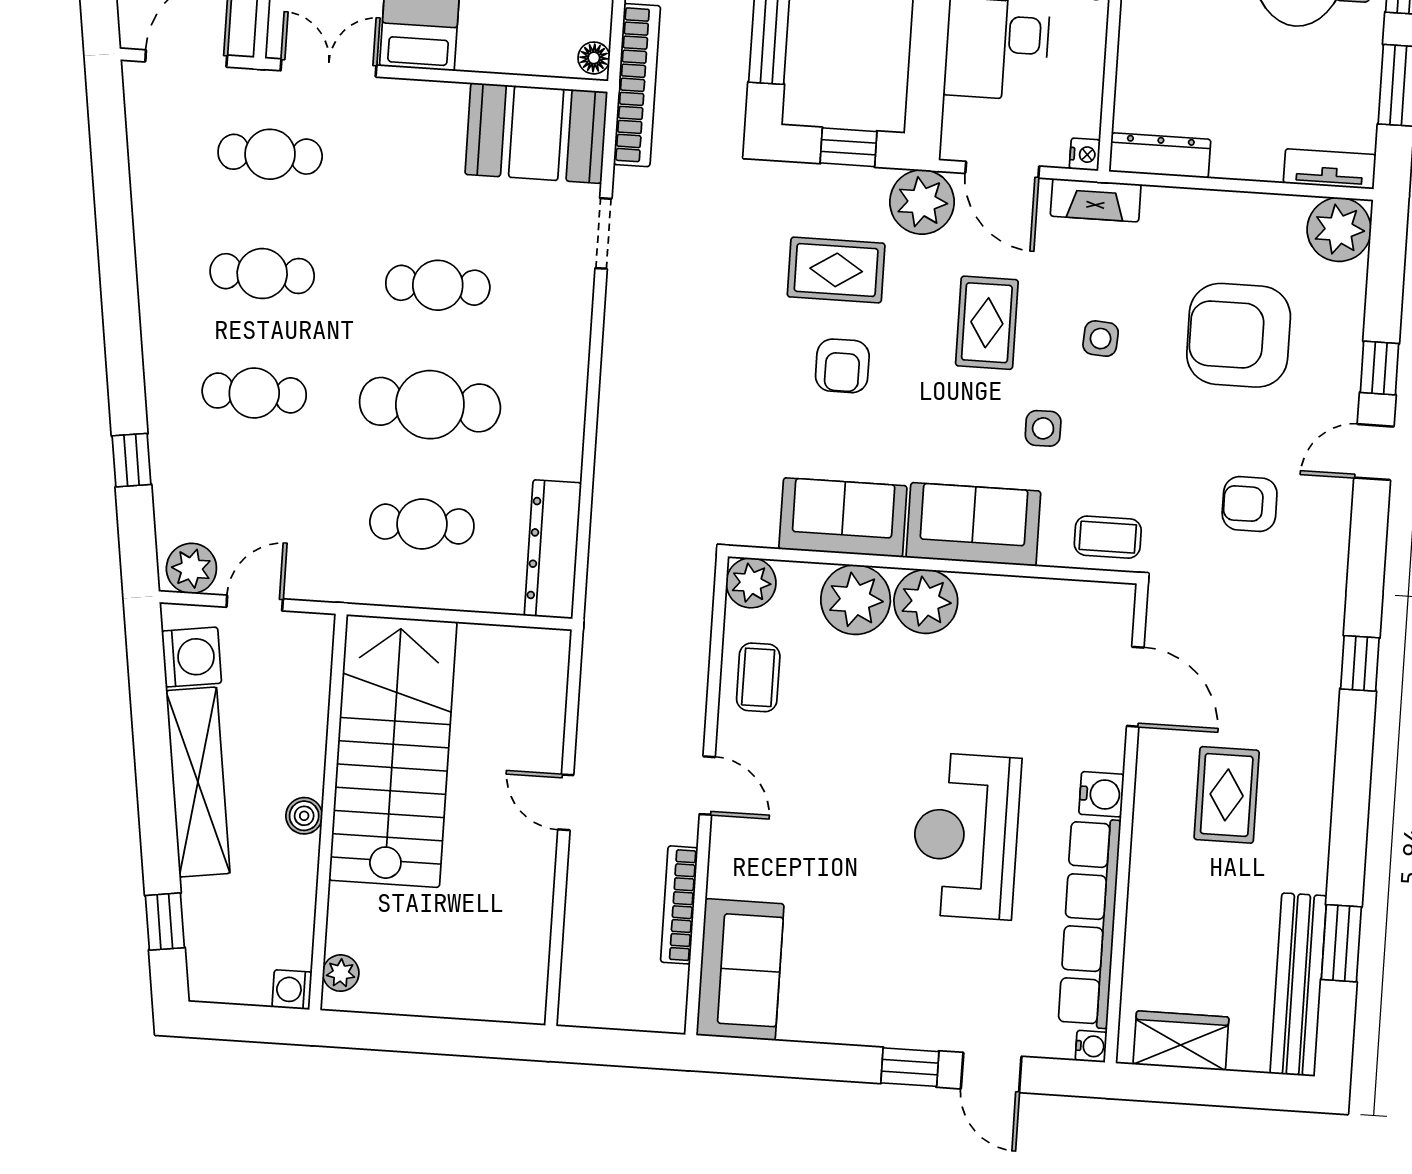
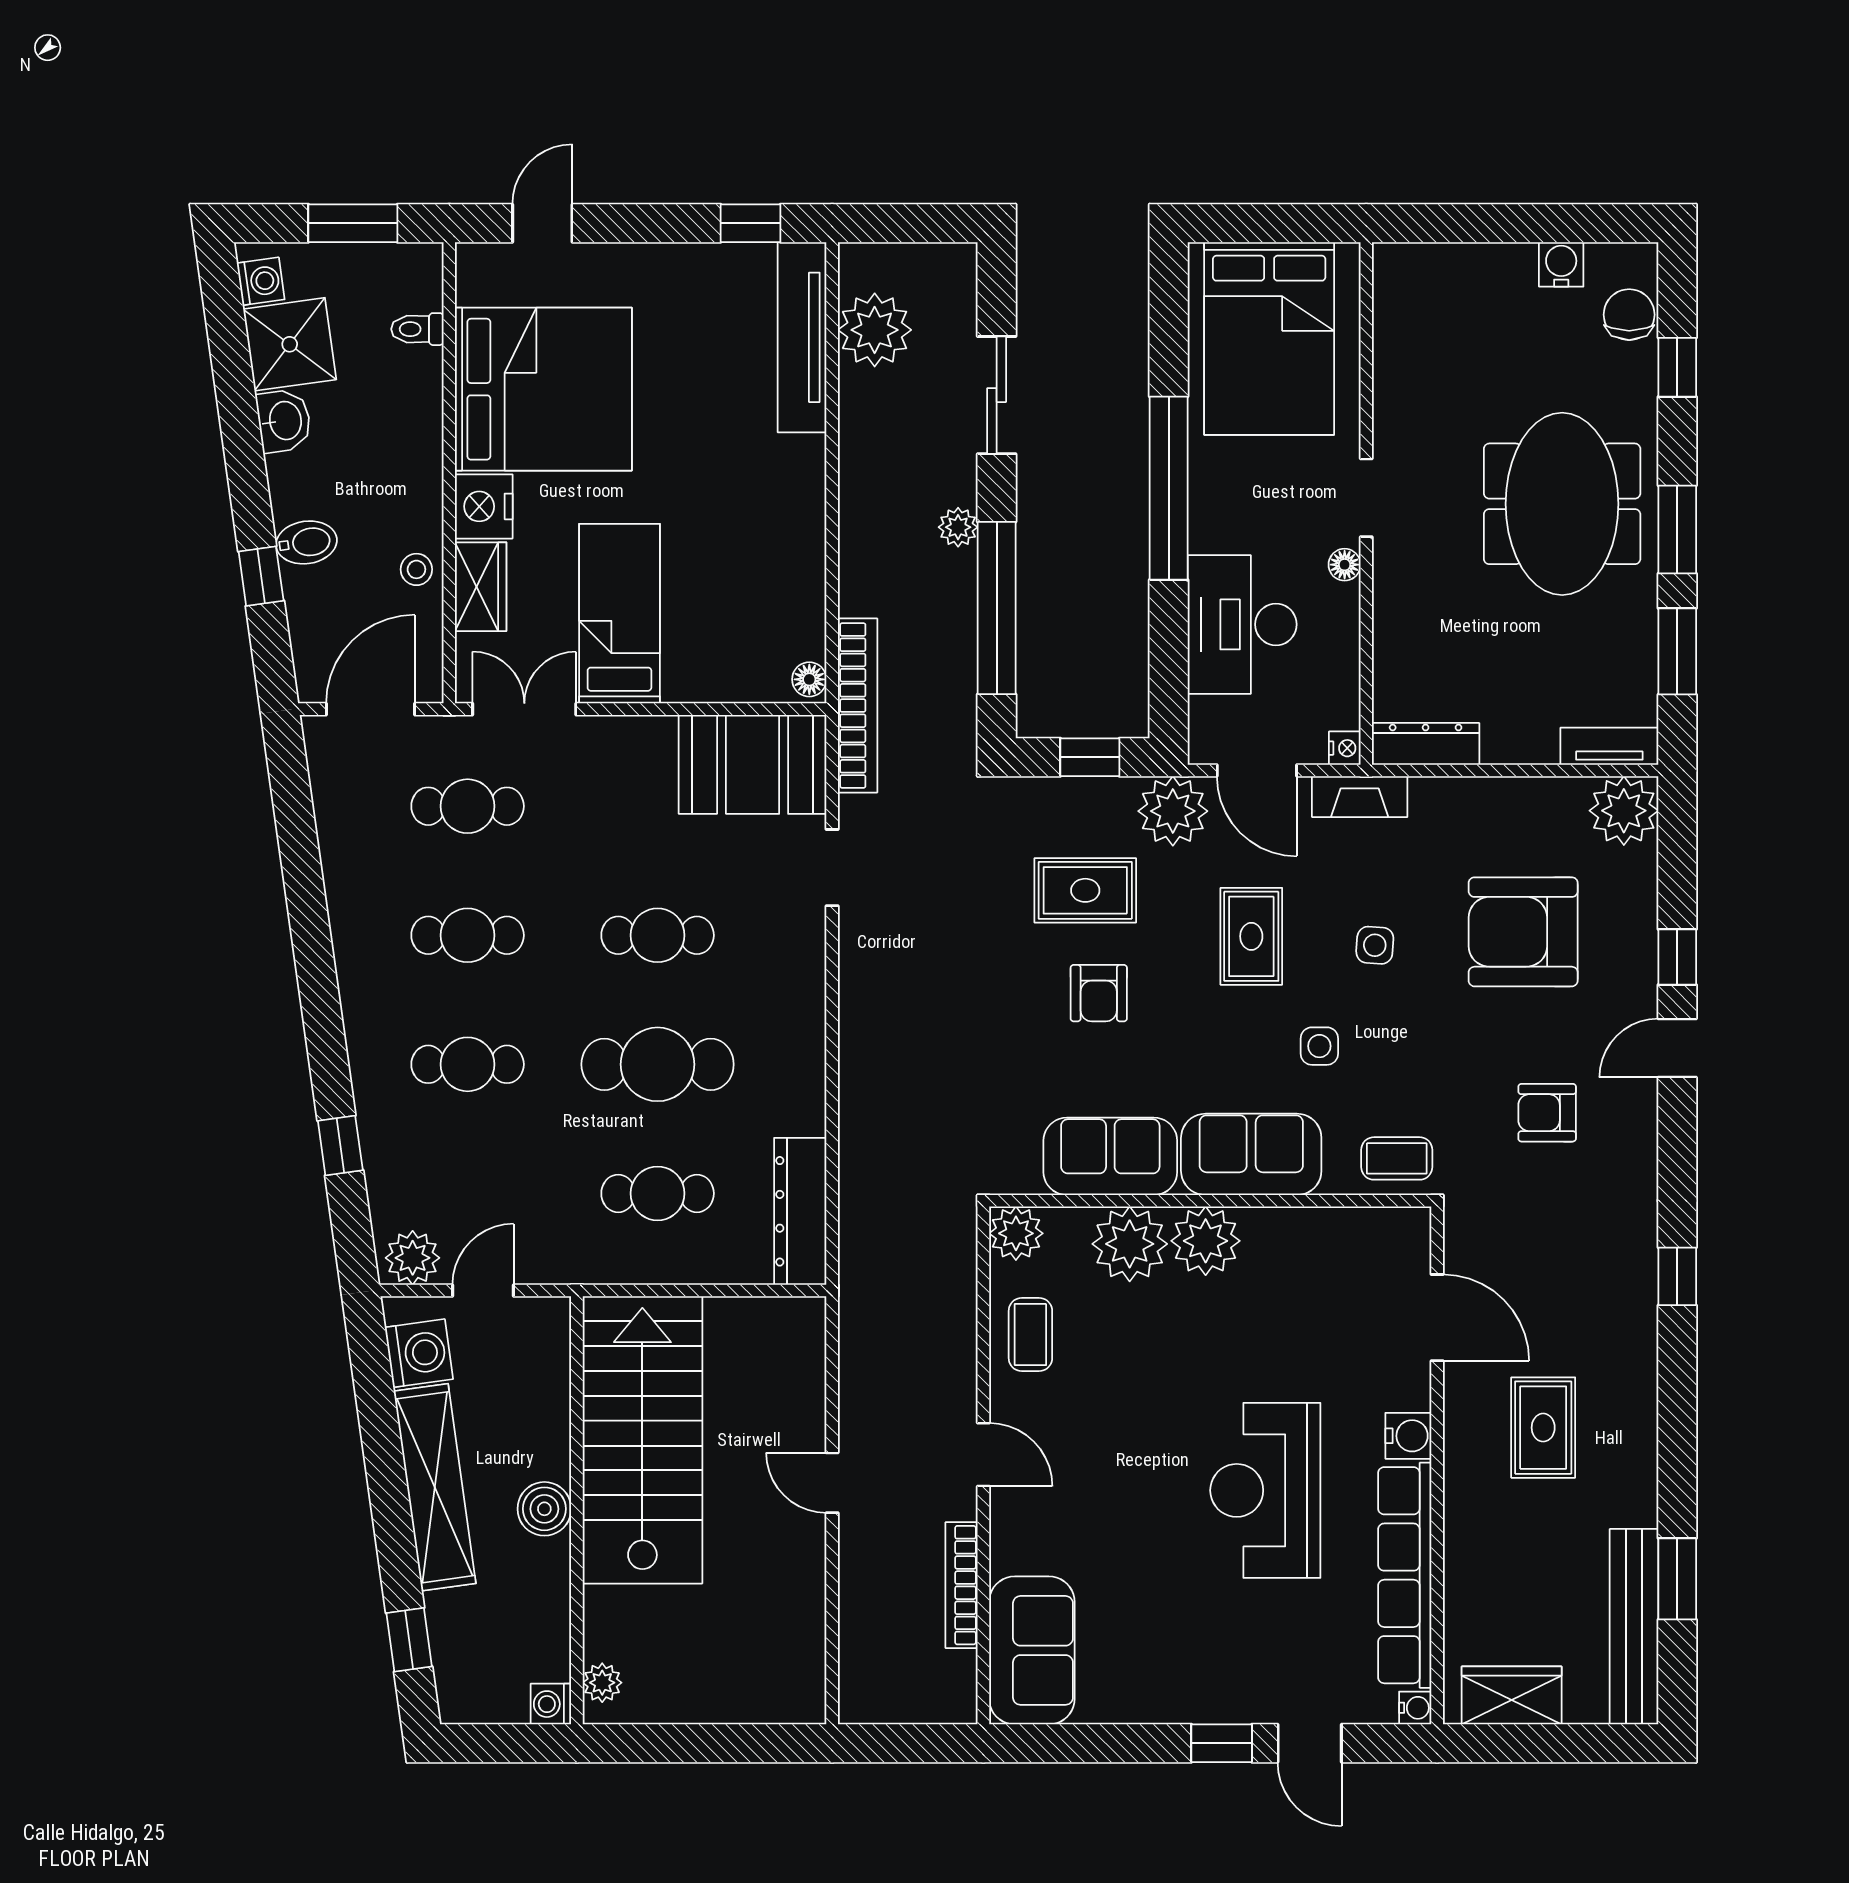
boiler: (304, 816) -> (544, 1509), width x1.36, depth x1.36

